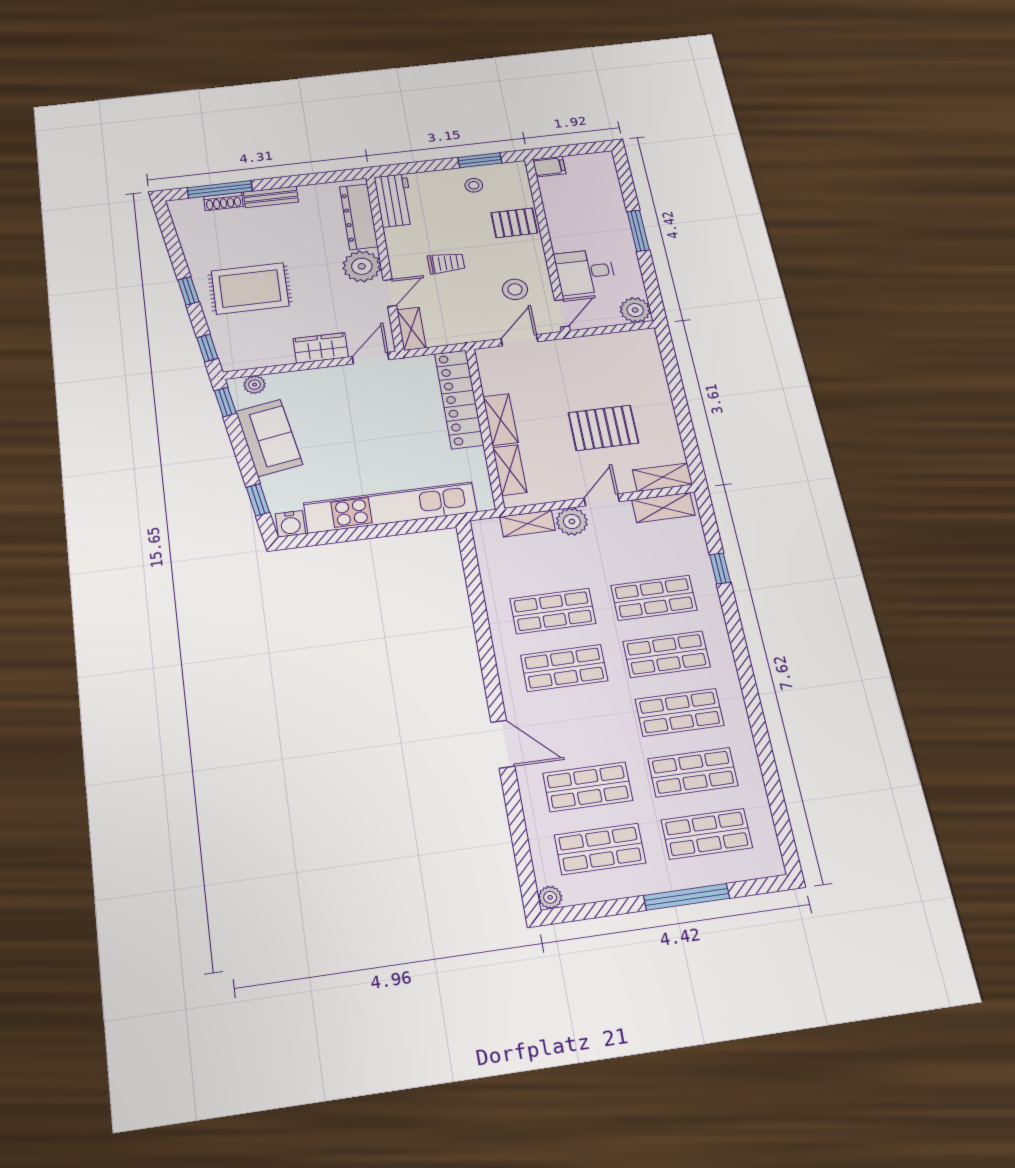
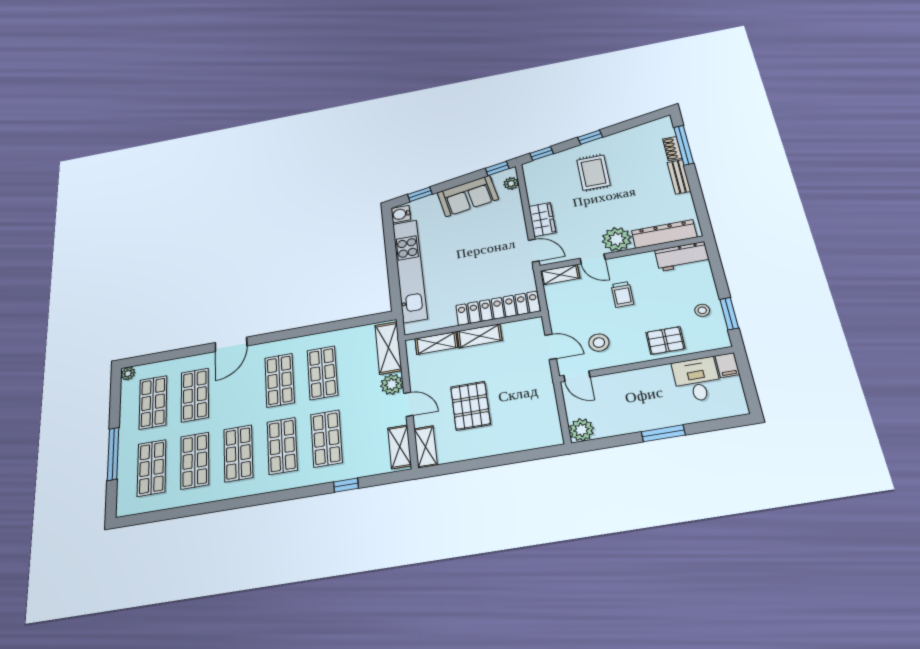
pallet: (514, 223) -> (665, 340), turned 90
desk: (585, 272) -> (697, 380), moved
rug: (250, 288) -> (593, 173), width x0.73, depth x0.70
shelving: (527, 524) -> (388, 348), width x1.50, depth x1.33

